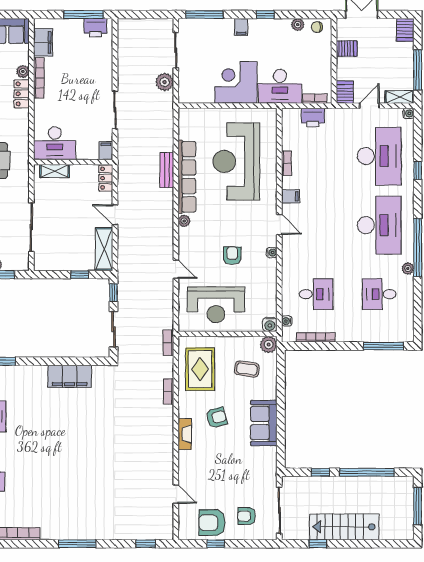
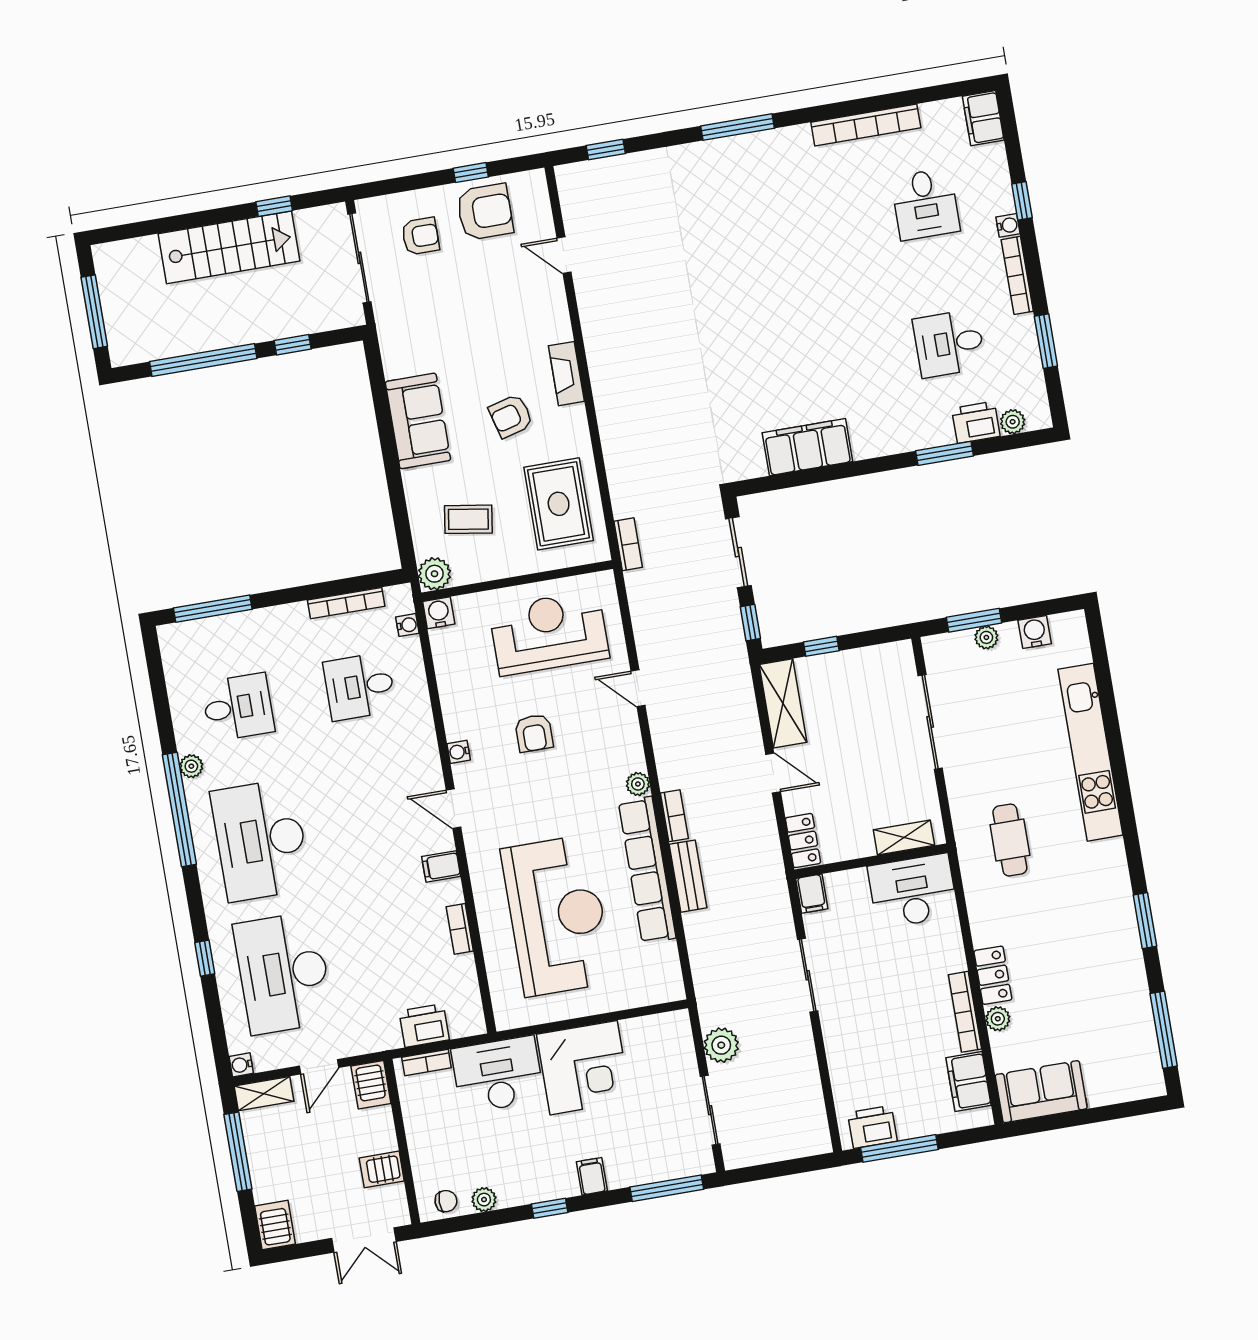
bookcase: (168, 391) -> (674, 816), moved

